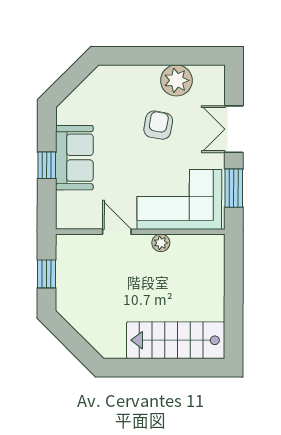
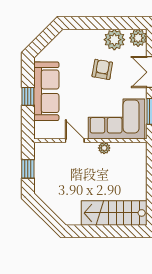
plant: (212, 78) -> (138, 38), added
sofa: (74, 158) -> (46, 91), width x1.36

